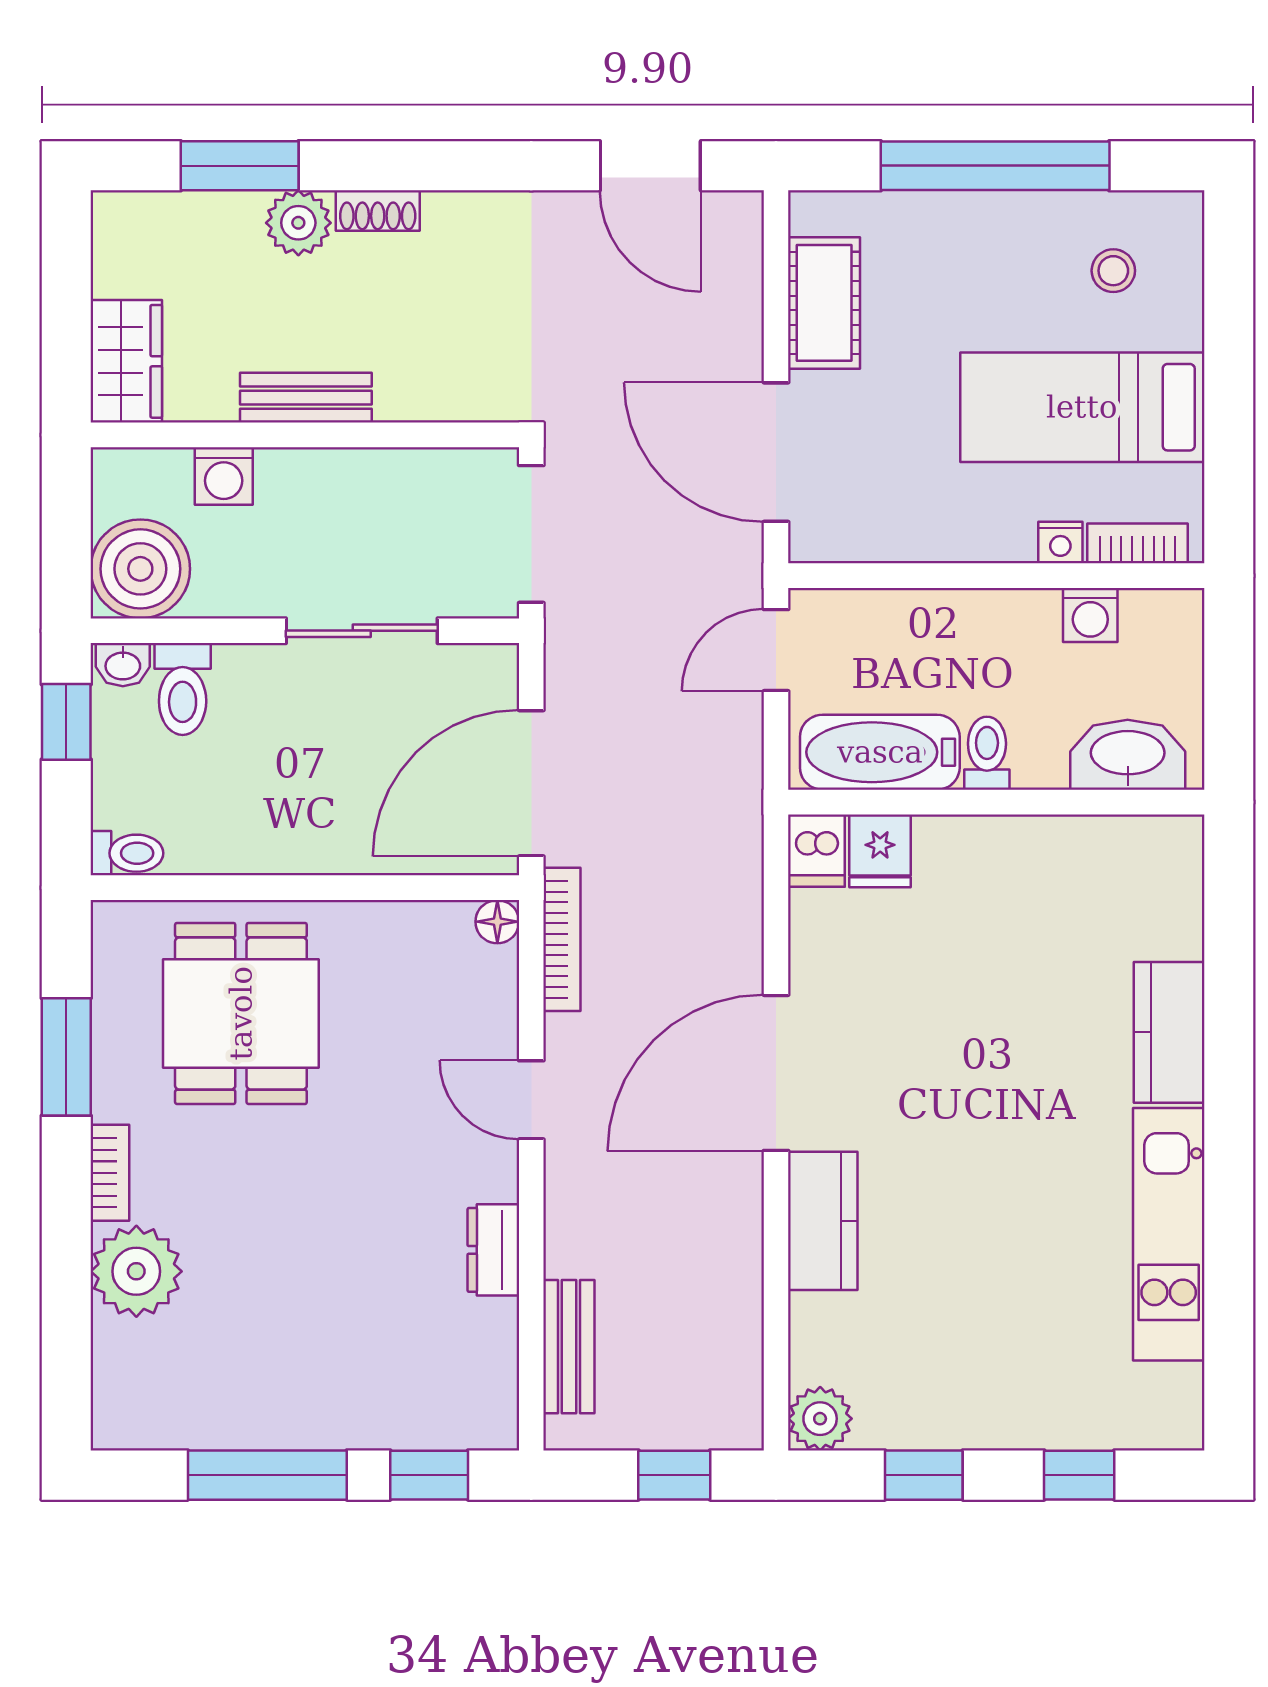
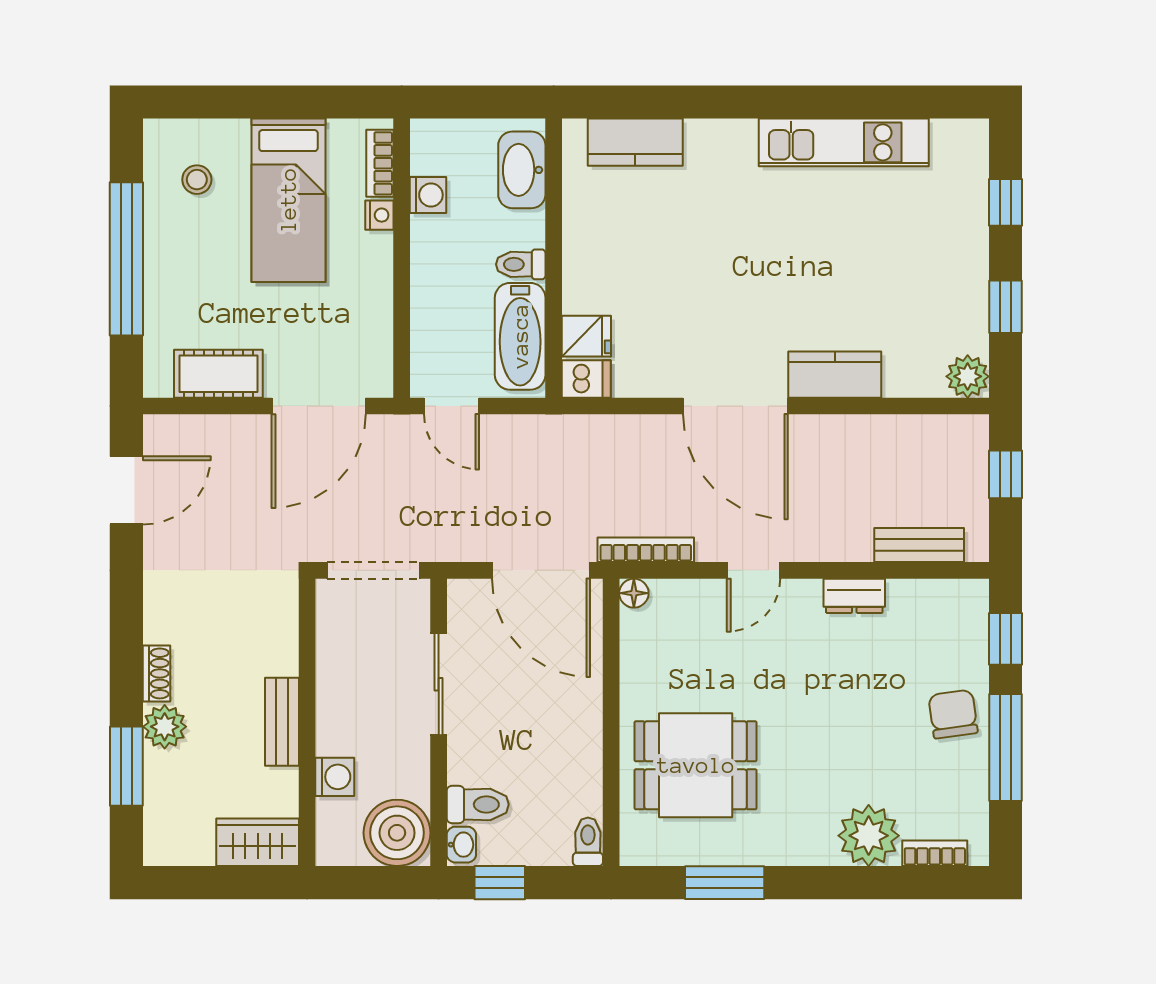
kitchen counter: (1169, 1032) -> (635, 142), moved
bookcase: (110, 1173) -> (935, 853), moved
chair: (317, 1397) -> (953, 714), added

